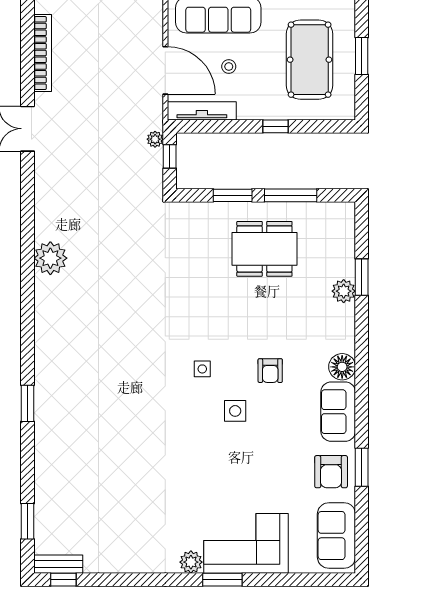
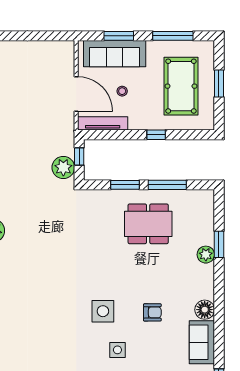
plant: (155, 139) -> (63, 167), moved, width x1.88, depth x1.88
side table: (202, 369) -> (103, 311), width x1.87, depth x1.87
armchair: (270, 371) -> (152, 312), turned -90
side table: (235, 411) -> (117, 350), moved

